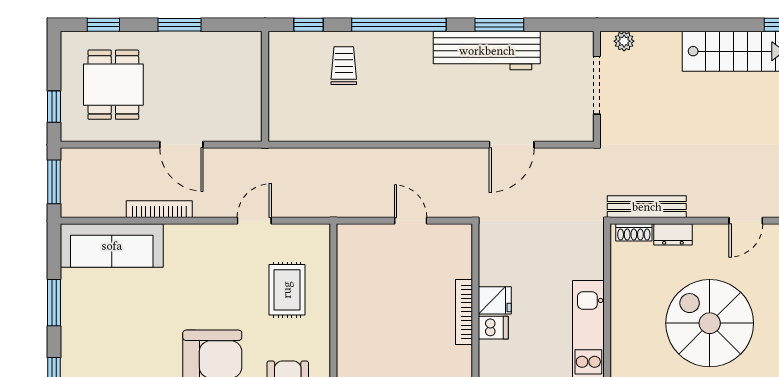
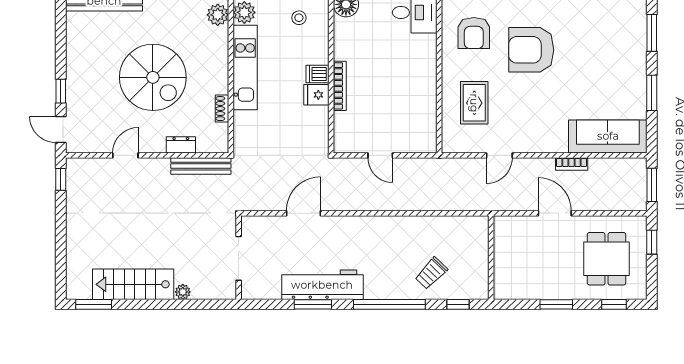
plant: (624, 41) -> (183, 292), moved
trolley: (344, 66) -> (431, 273), turned 44
bookcase: (159, 209) -> (572, 164), width x0.64
shoe rack: (634, 232) -> (222, 109), moved, turned -90

